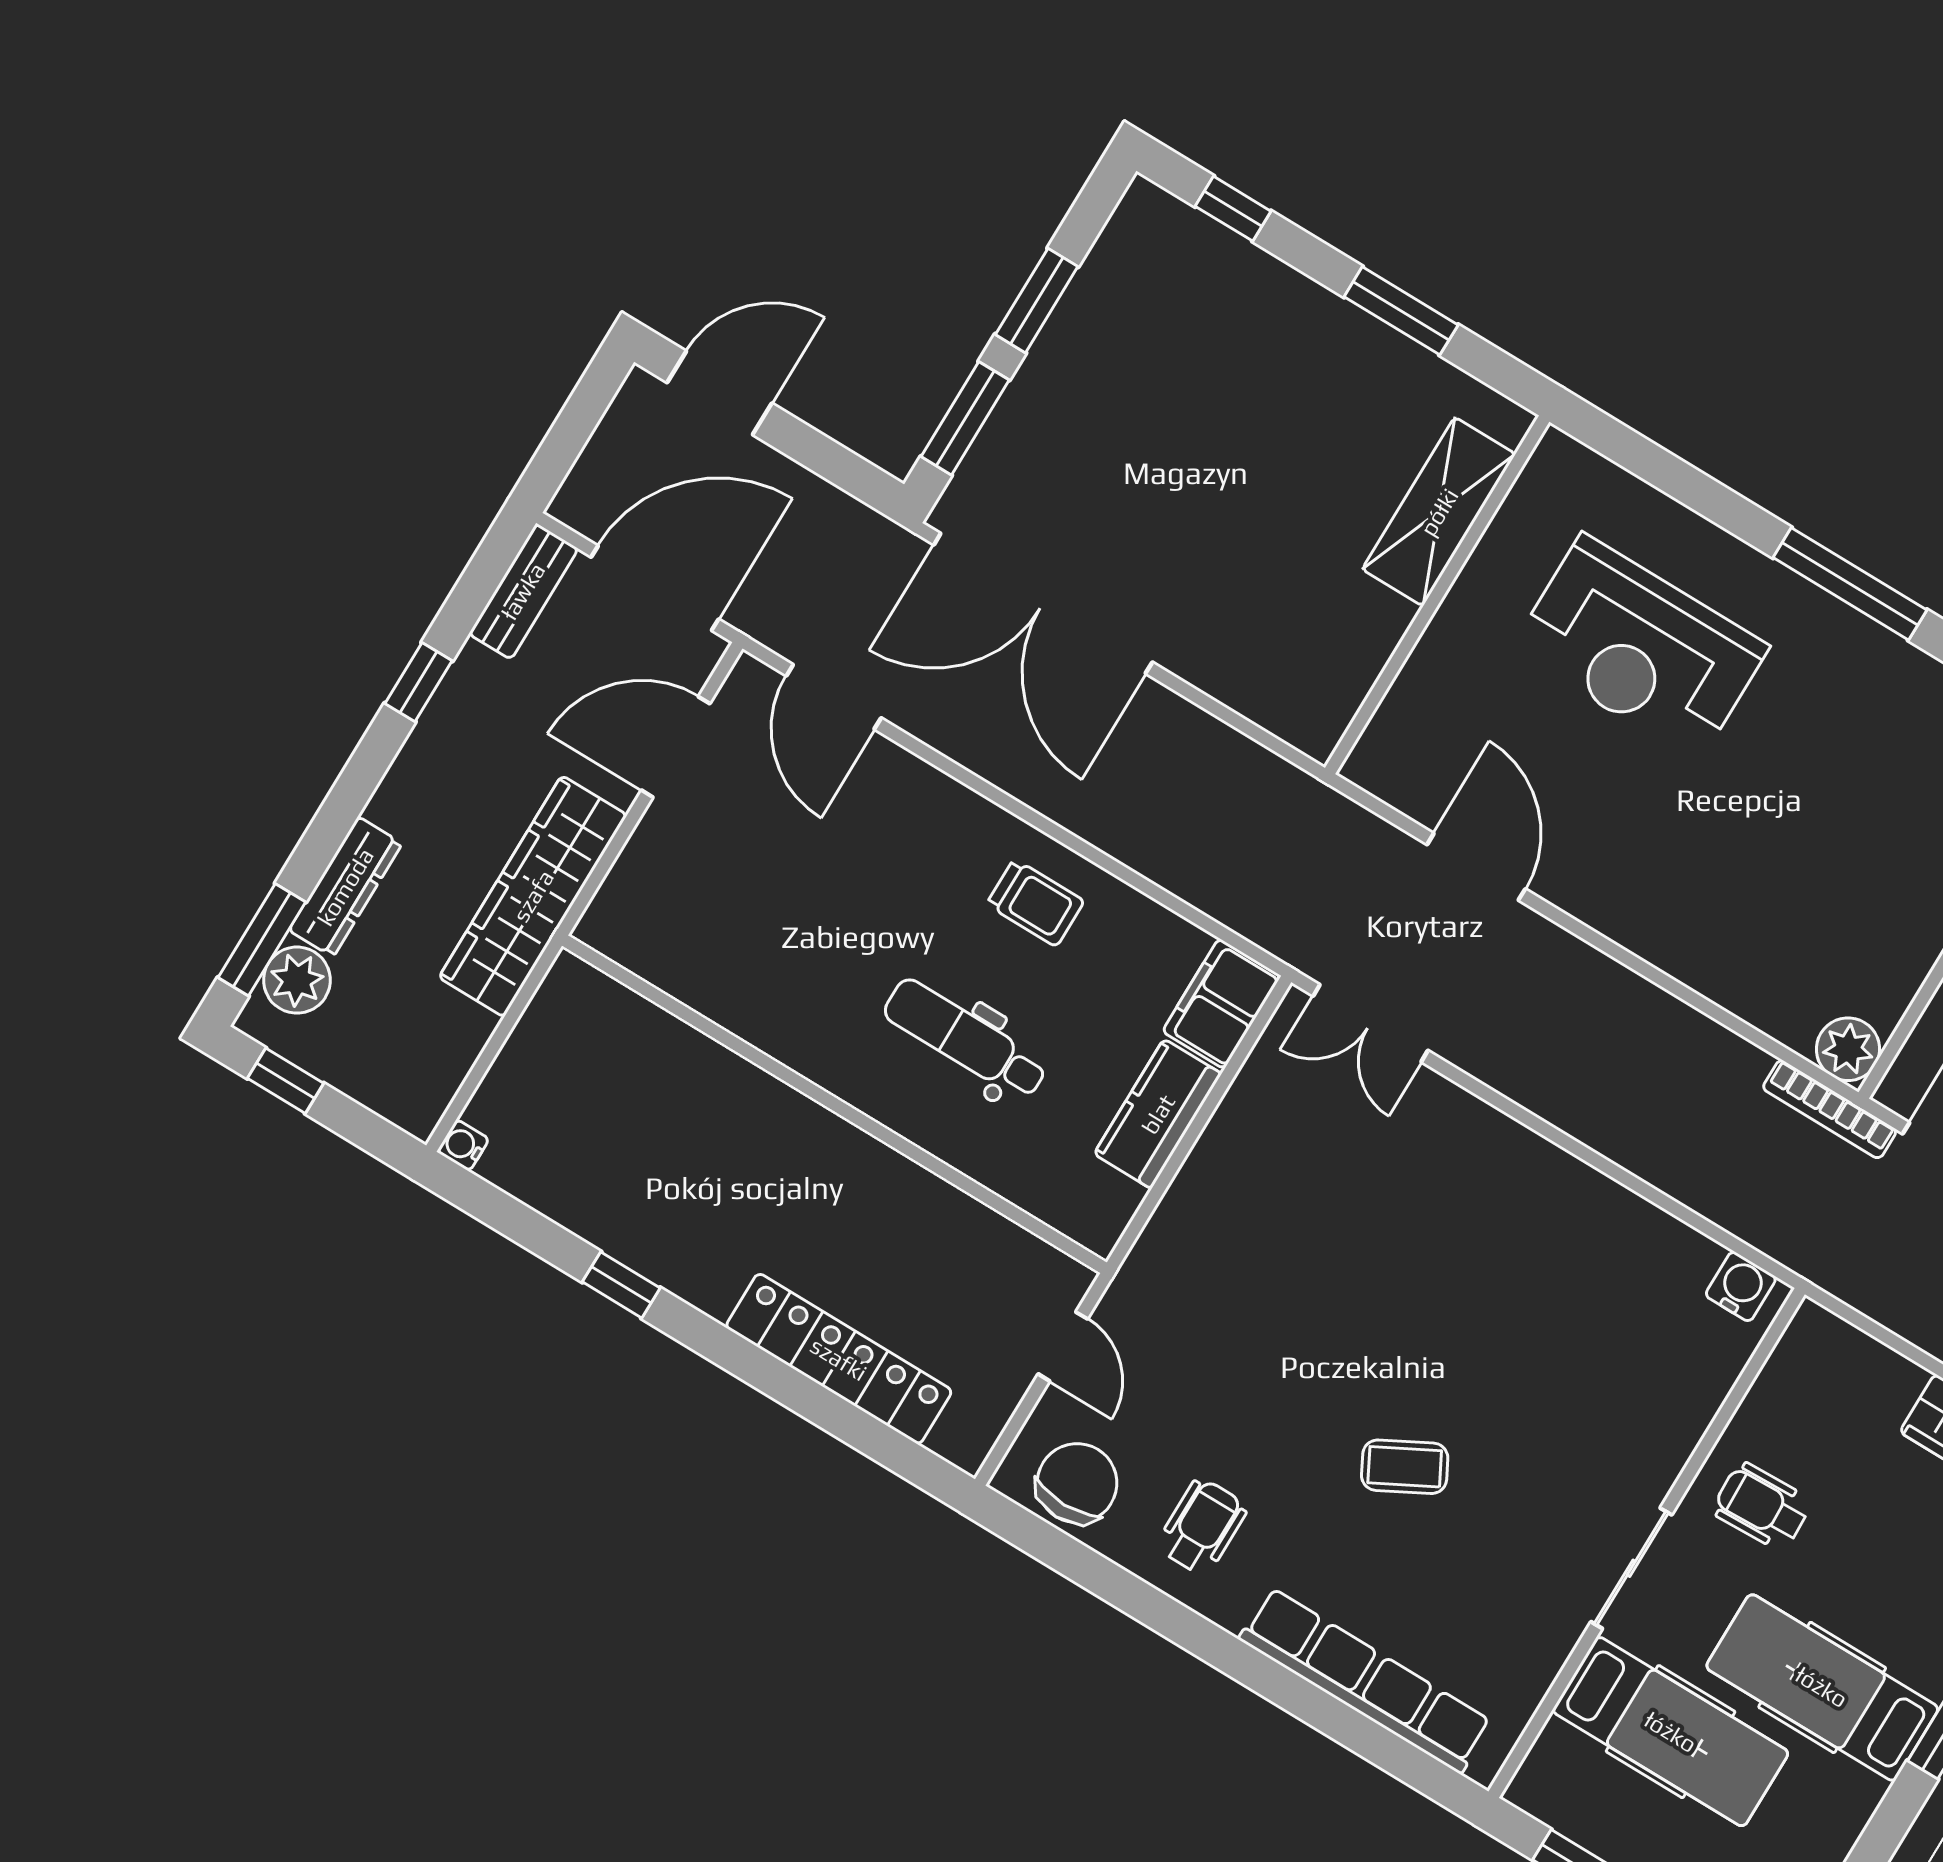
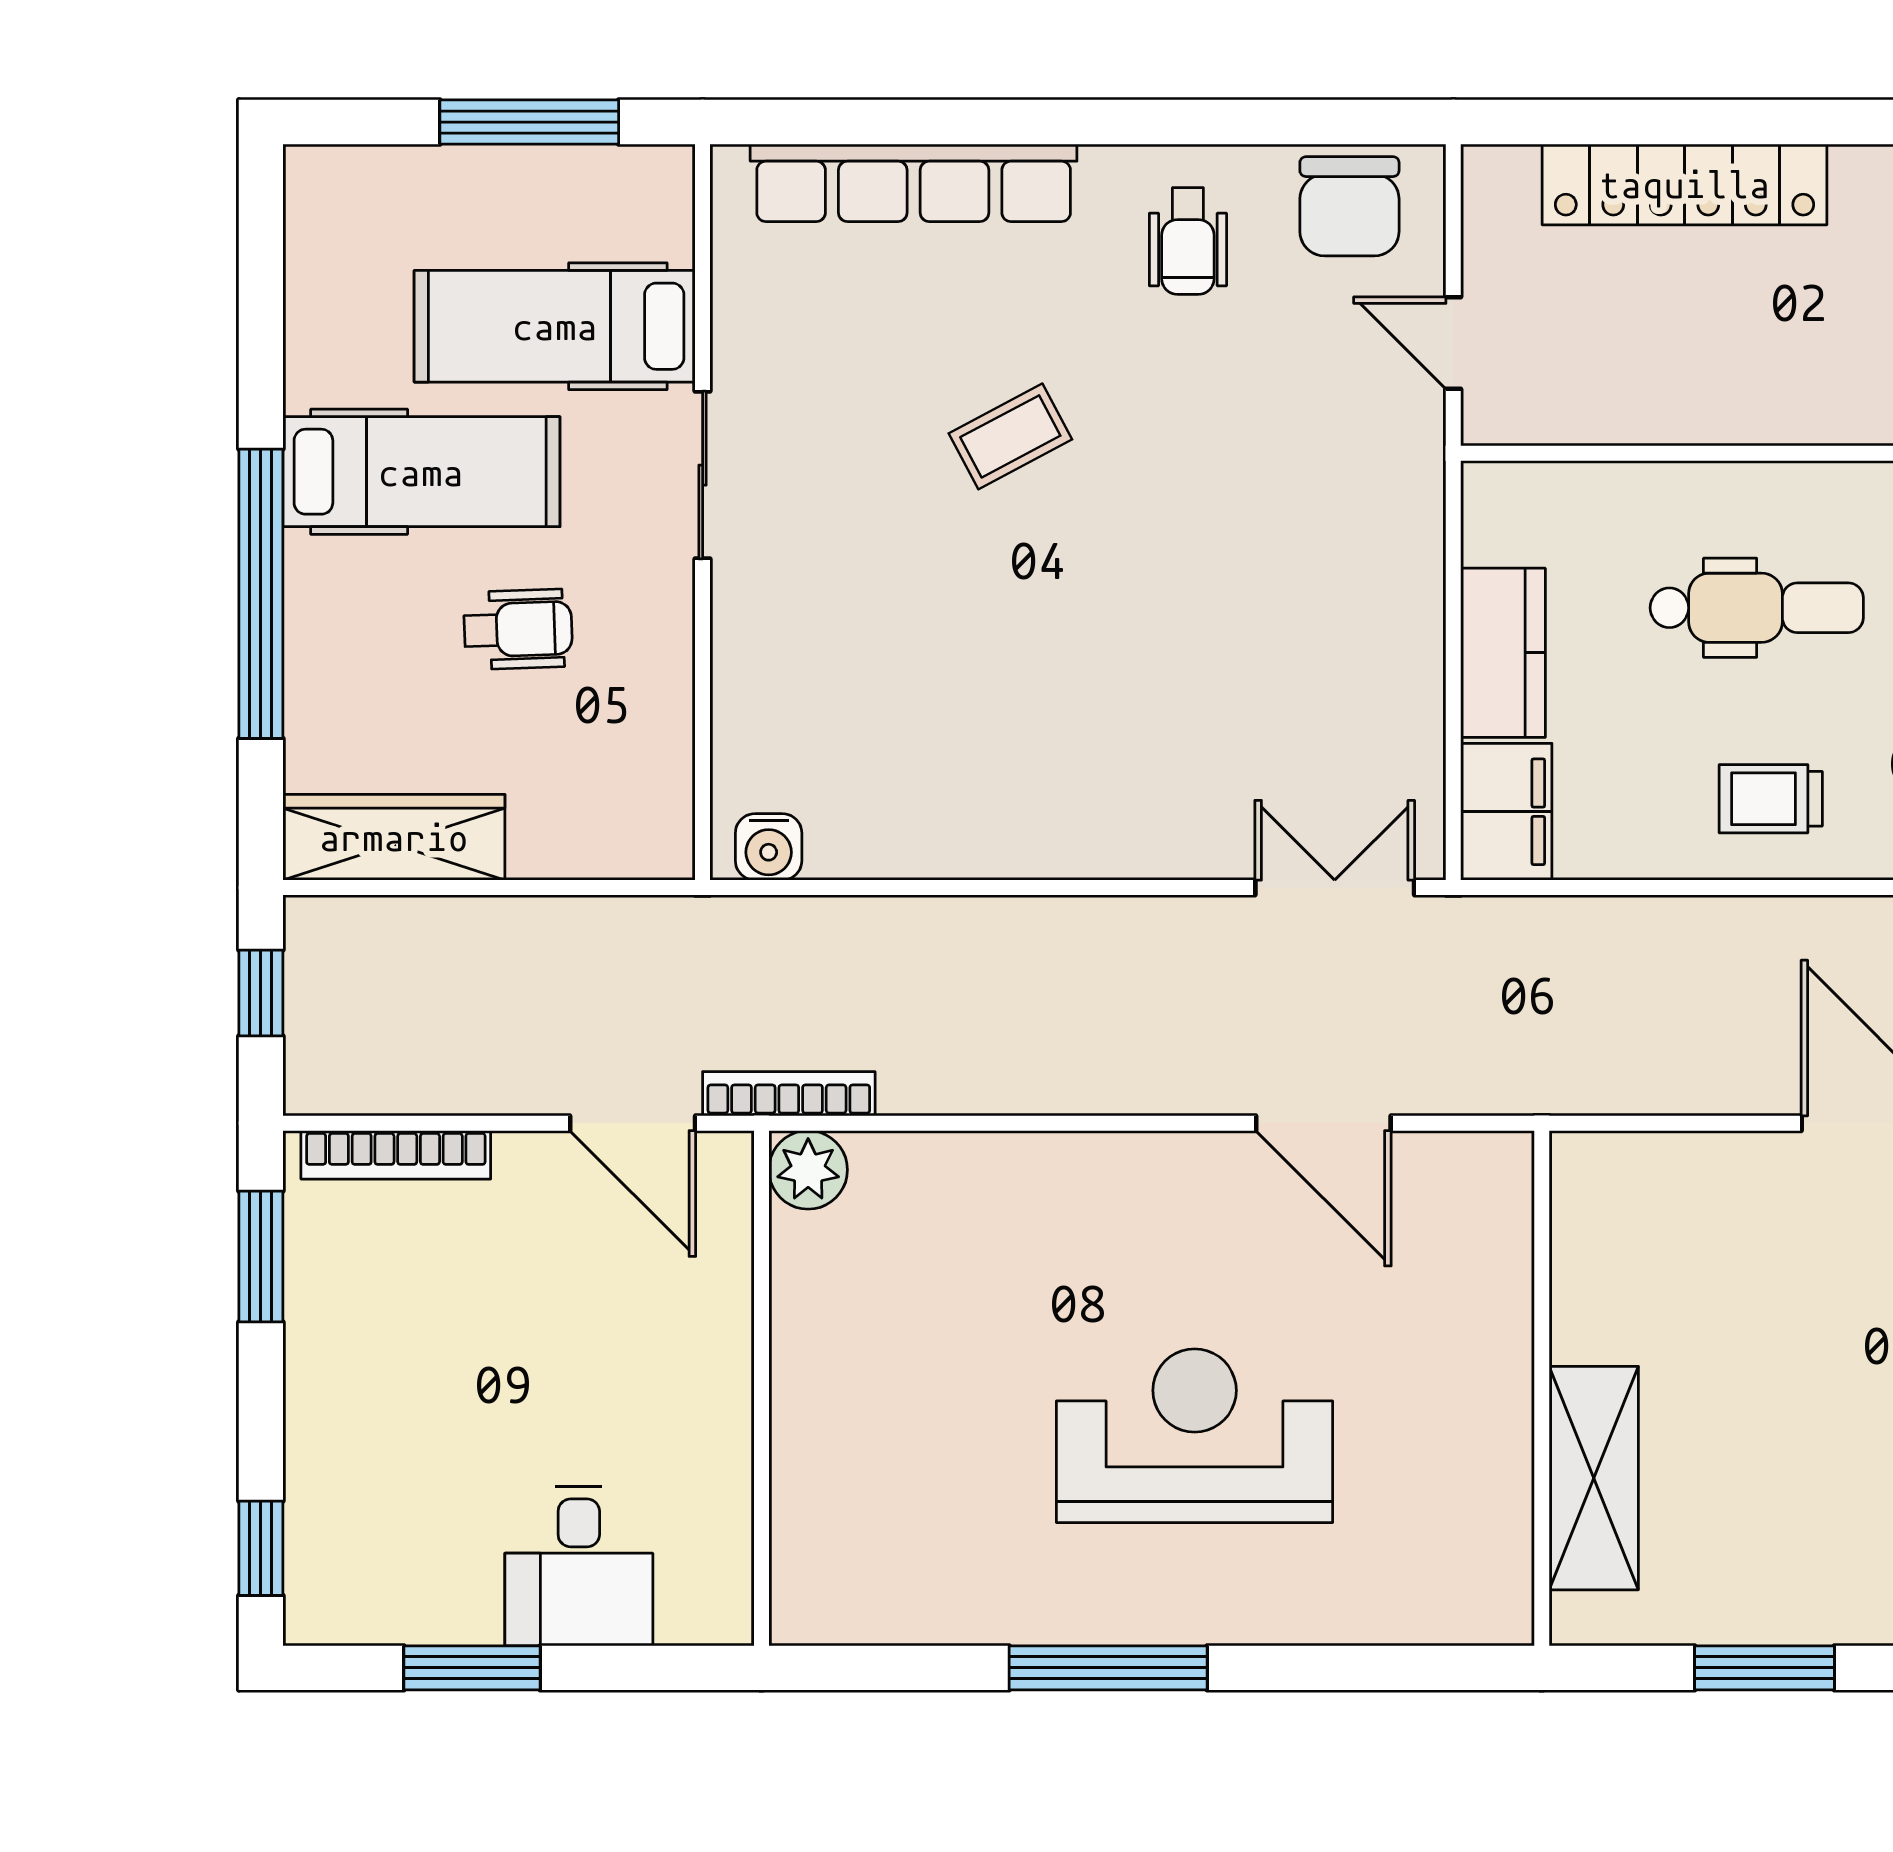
reception desk: (1640, 648) -> (1195, 1436), moved
wheelchair: (1762, 1506) -> (518, 629), moved

